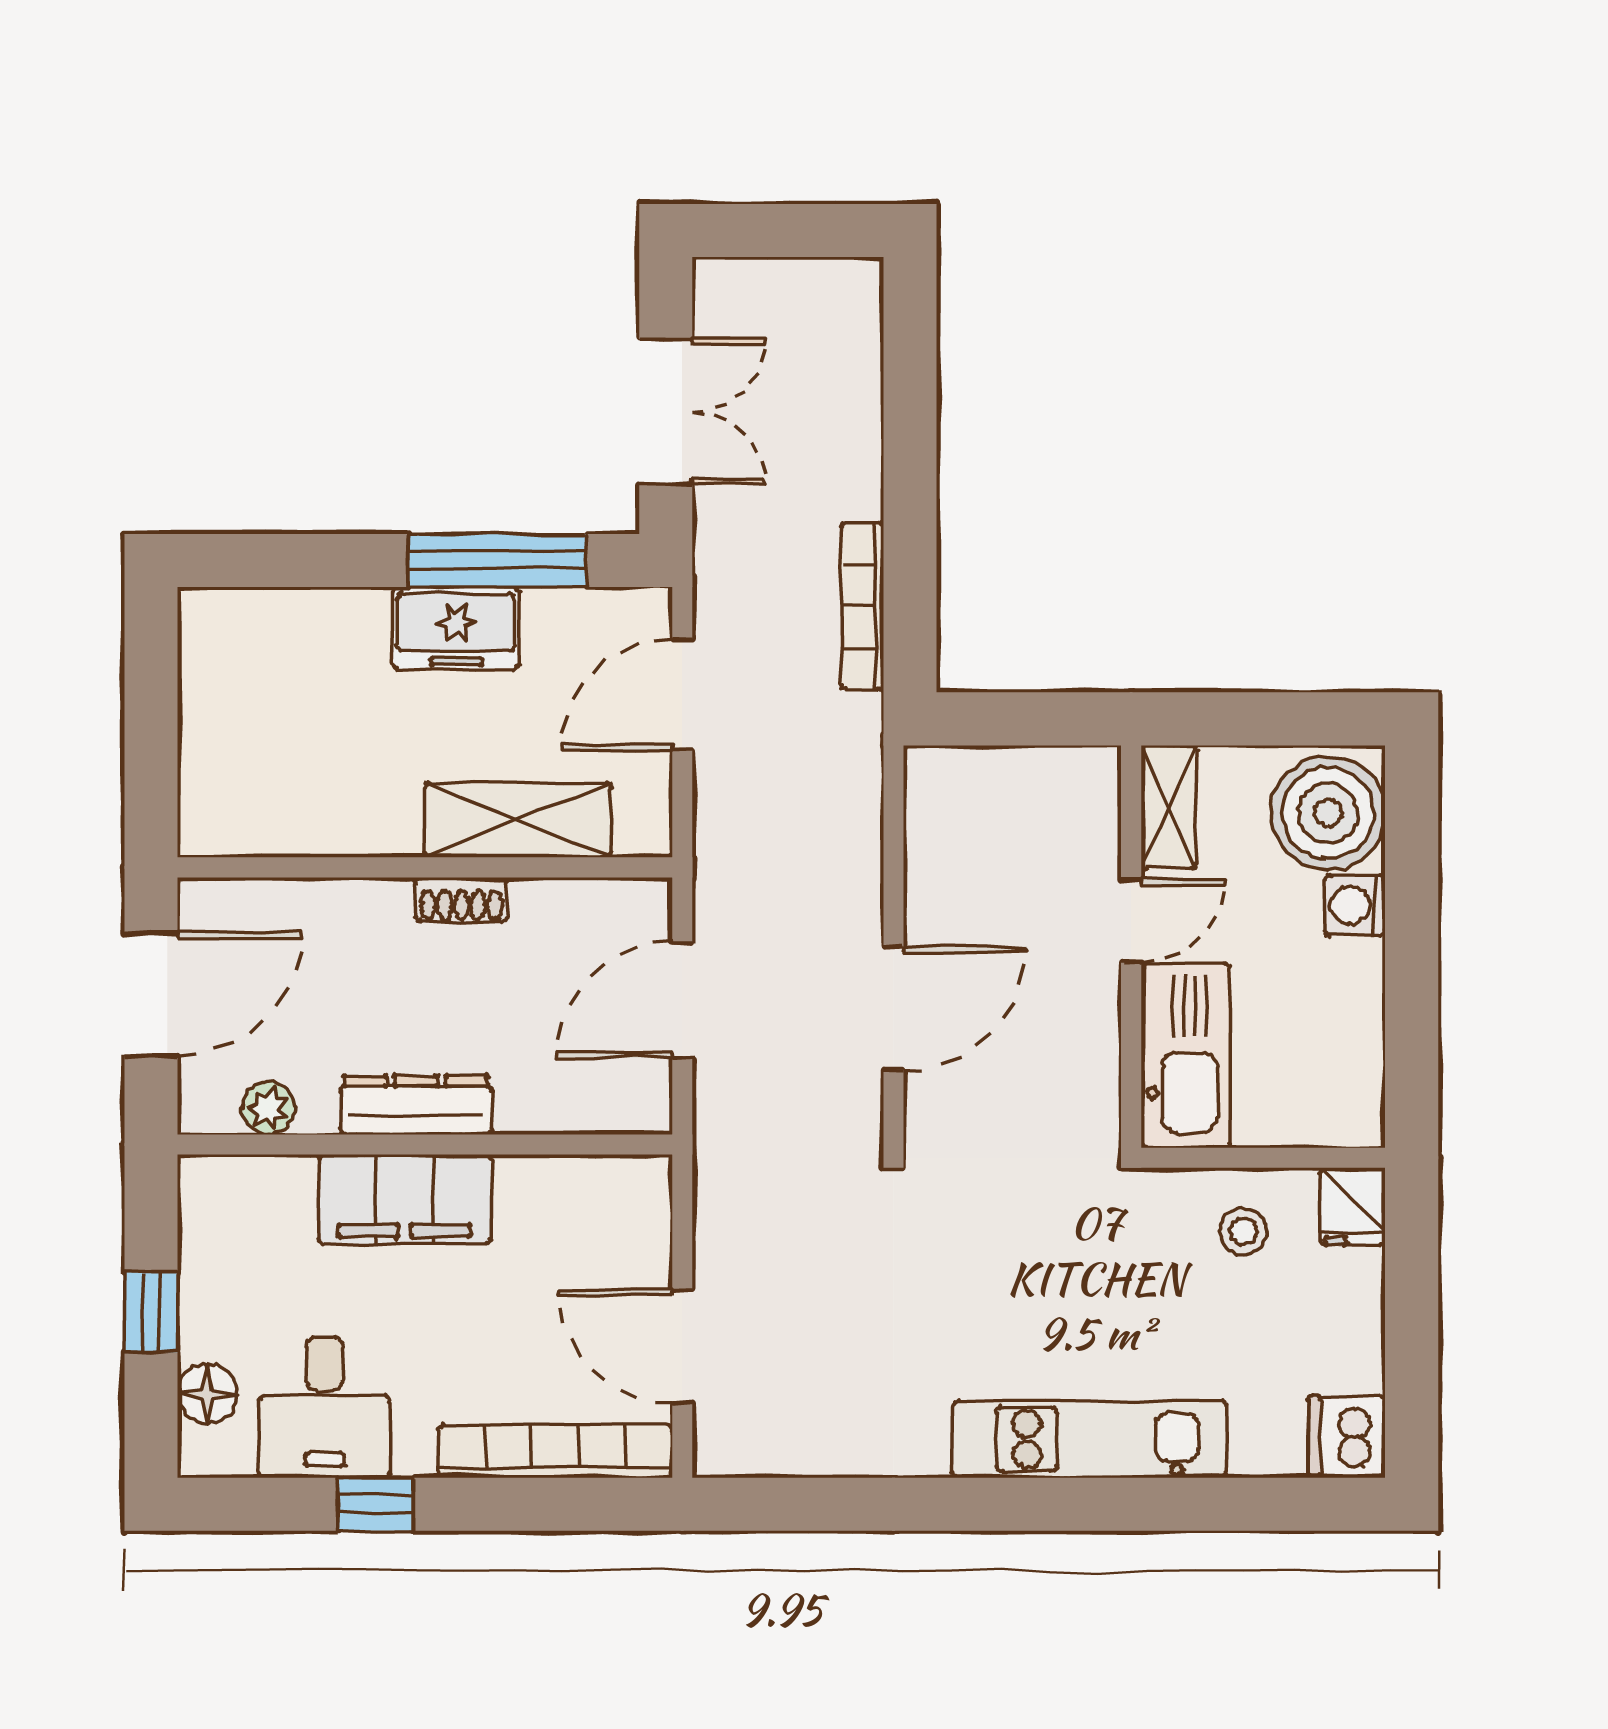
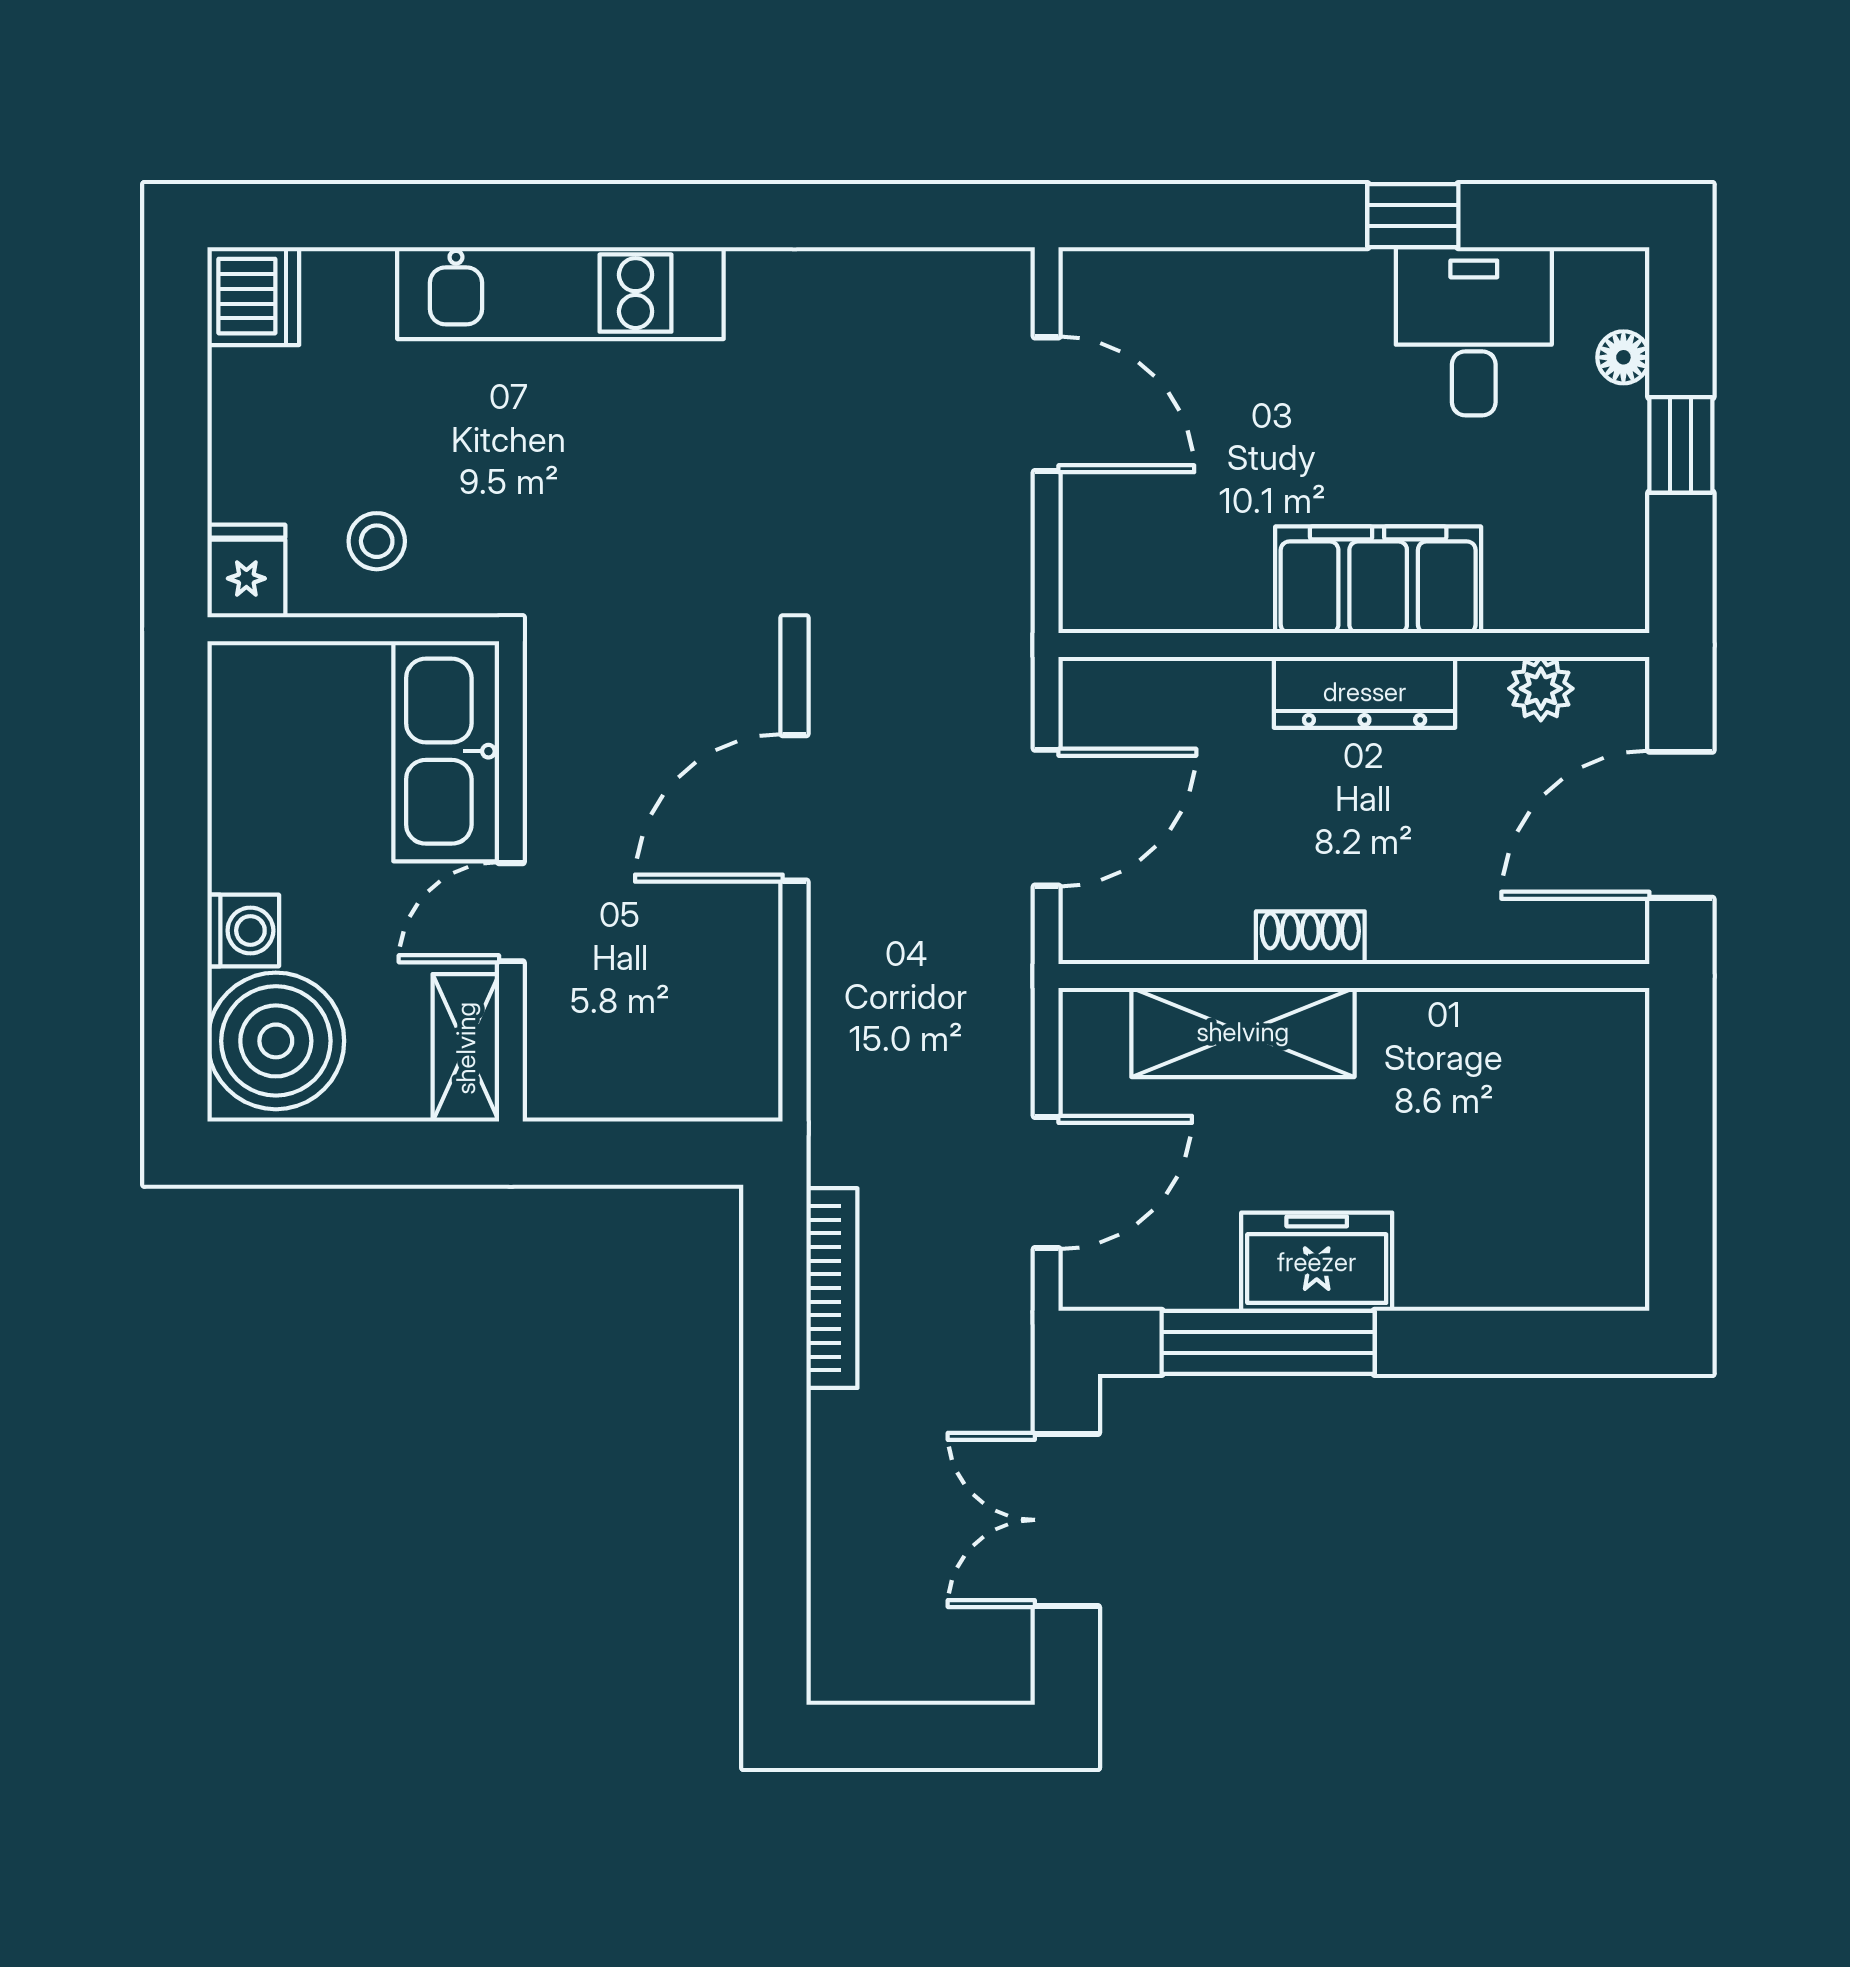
floor lamp: (207, 1394) -> (1623, 357), width x0.73, depth x0.73
bookcase: (555, 1451) -> (1198, 279), removed

